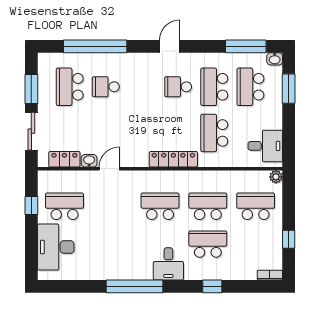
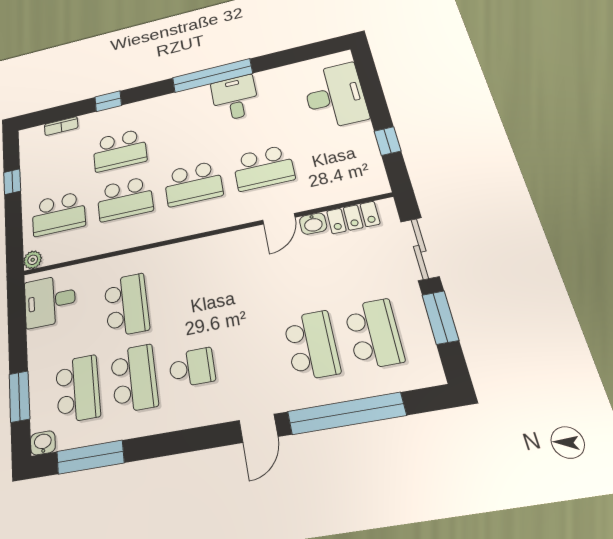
door: (170, 46) -> (258, 428), moved
school desk: (106, 87) -> (312, 345), width x1.85
locker: (173, 159) -> (183, 253), removed
school desk: (65, 206) -> (263, 168), moved
desk: (168, 264) -> (235, 98), moved
bookcase: (270, 275) -> (61, 126), moved

